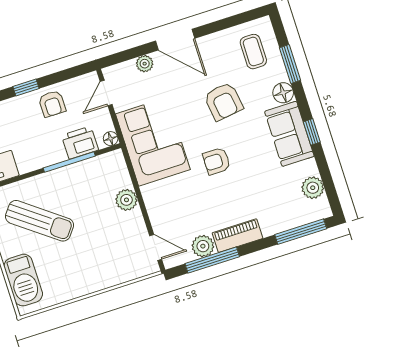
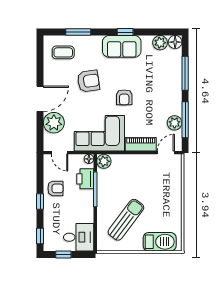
plant: (145, 64) -> (54, 123), width x1.87, depth x1.87
floor lamp: (283, 93) -> (175, 42), moved
plant: (126, 200) -> (104, 161), moved
window: (301, 232) -> (185, 73), moved
piano: (237, 236) -> (141, 144), moved, turned 90

